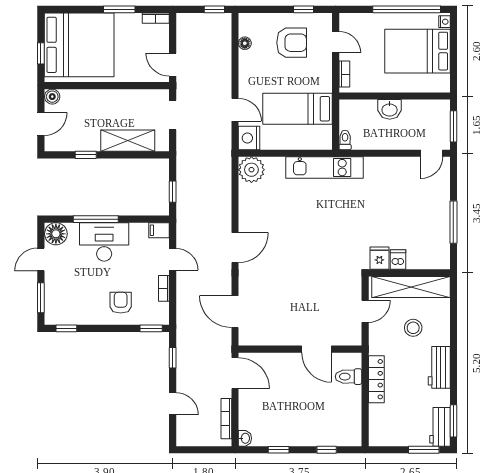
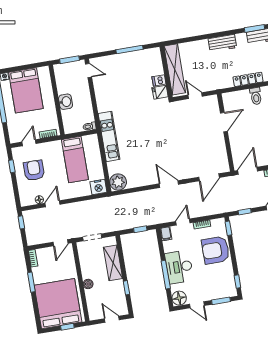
boiler: (52, 97) -> (88, 284), moved
door: (235, 110) -> (53, 204), moved
armchair: (121, 303) -> (216, 250), width x1.88, depth x1.88
stool: (413, 328) -> (200, 64), removed
toilet: (348, 377) -> (256, 96), moved
locker: (376, 379) -> (248, 79), moved

